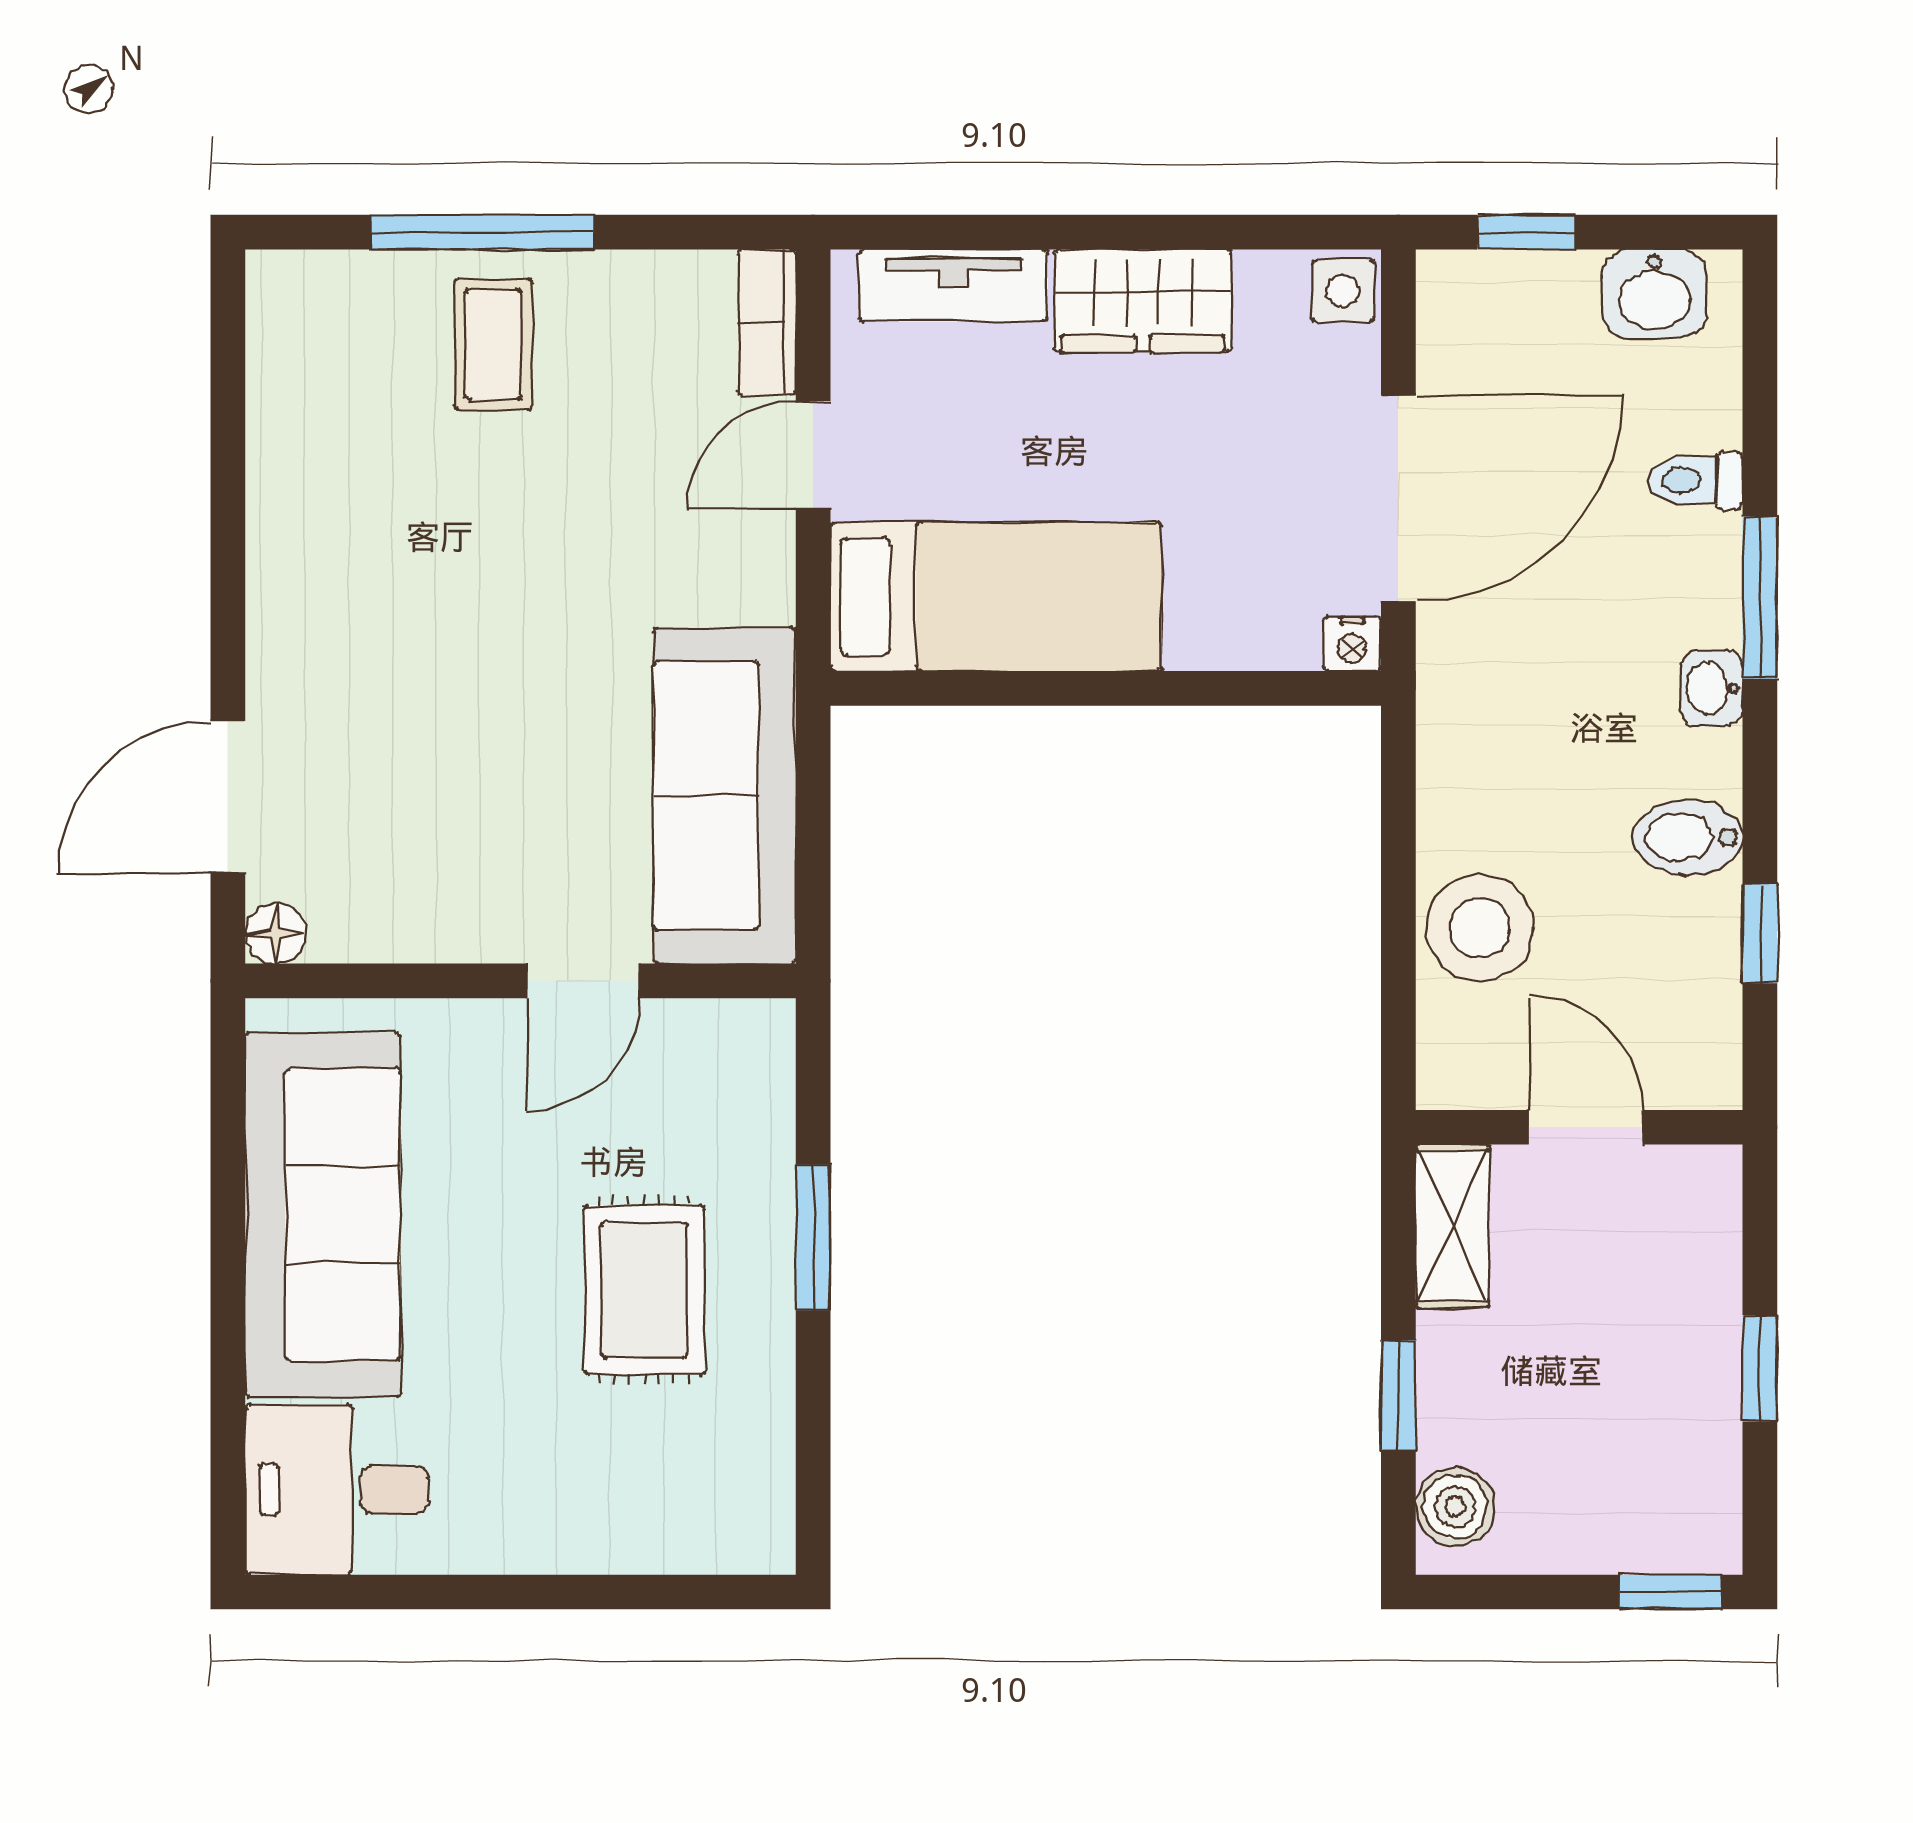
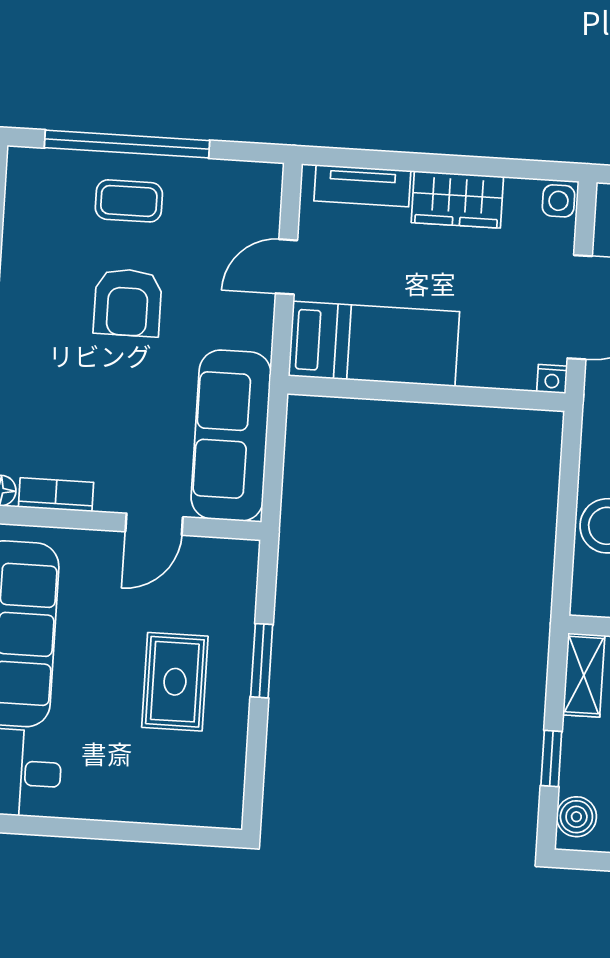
window: (483, 232) -> (127, 144), width x1.46
bookcase: (767, 322) -> (56, 495), moved, turned 90
coffee table: (493, 344) -> (129, 201), turned 90
armchair: (503, 546) -> (128, 303), added

